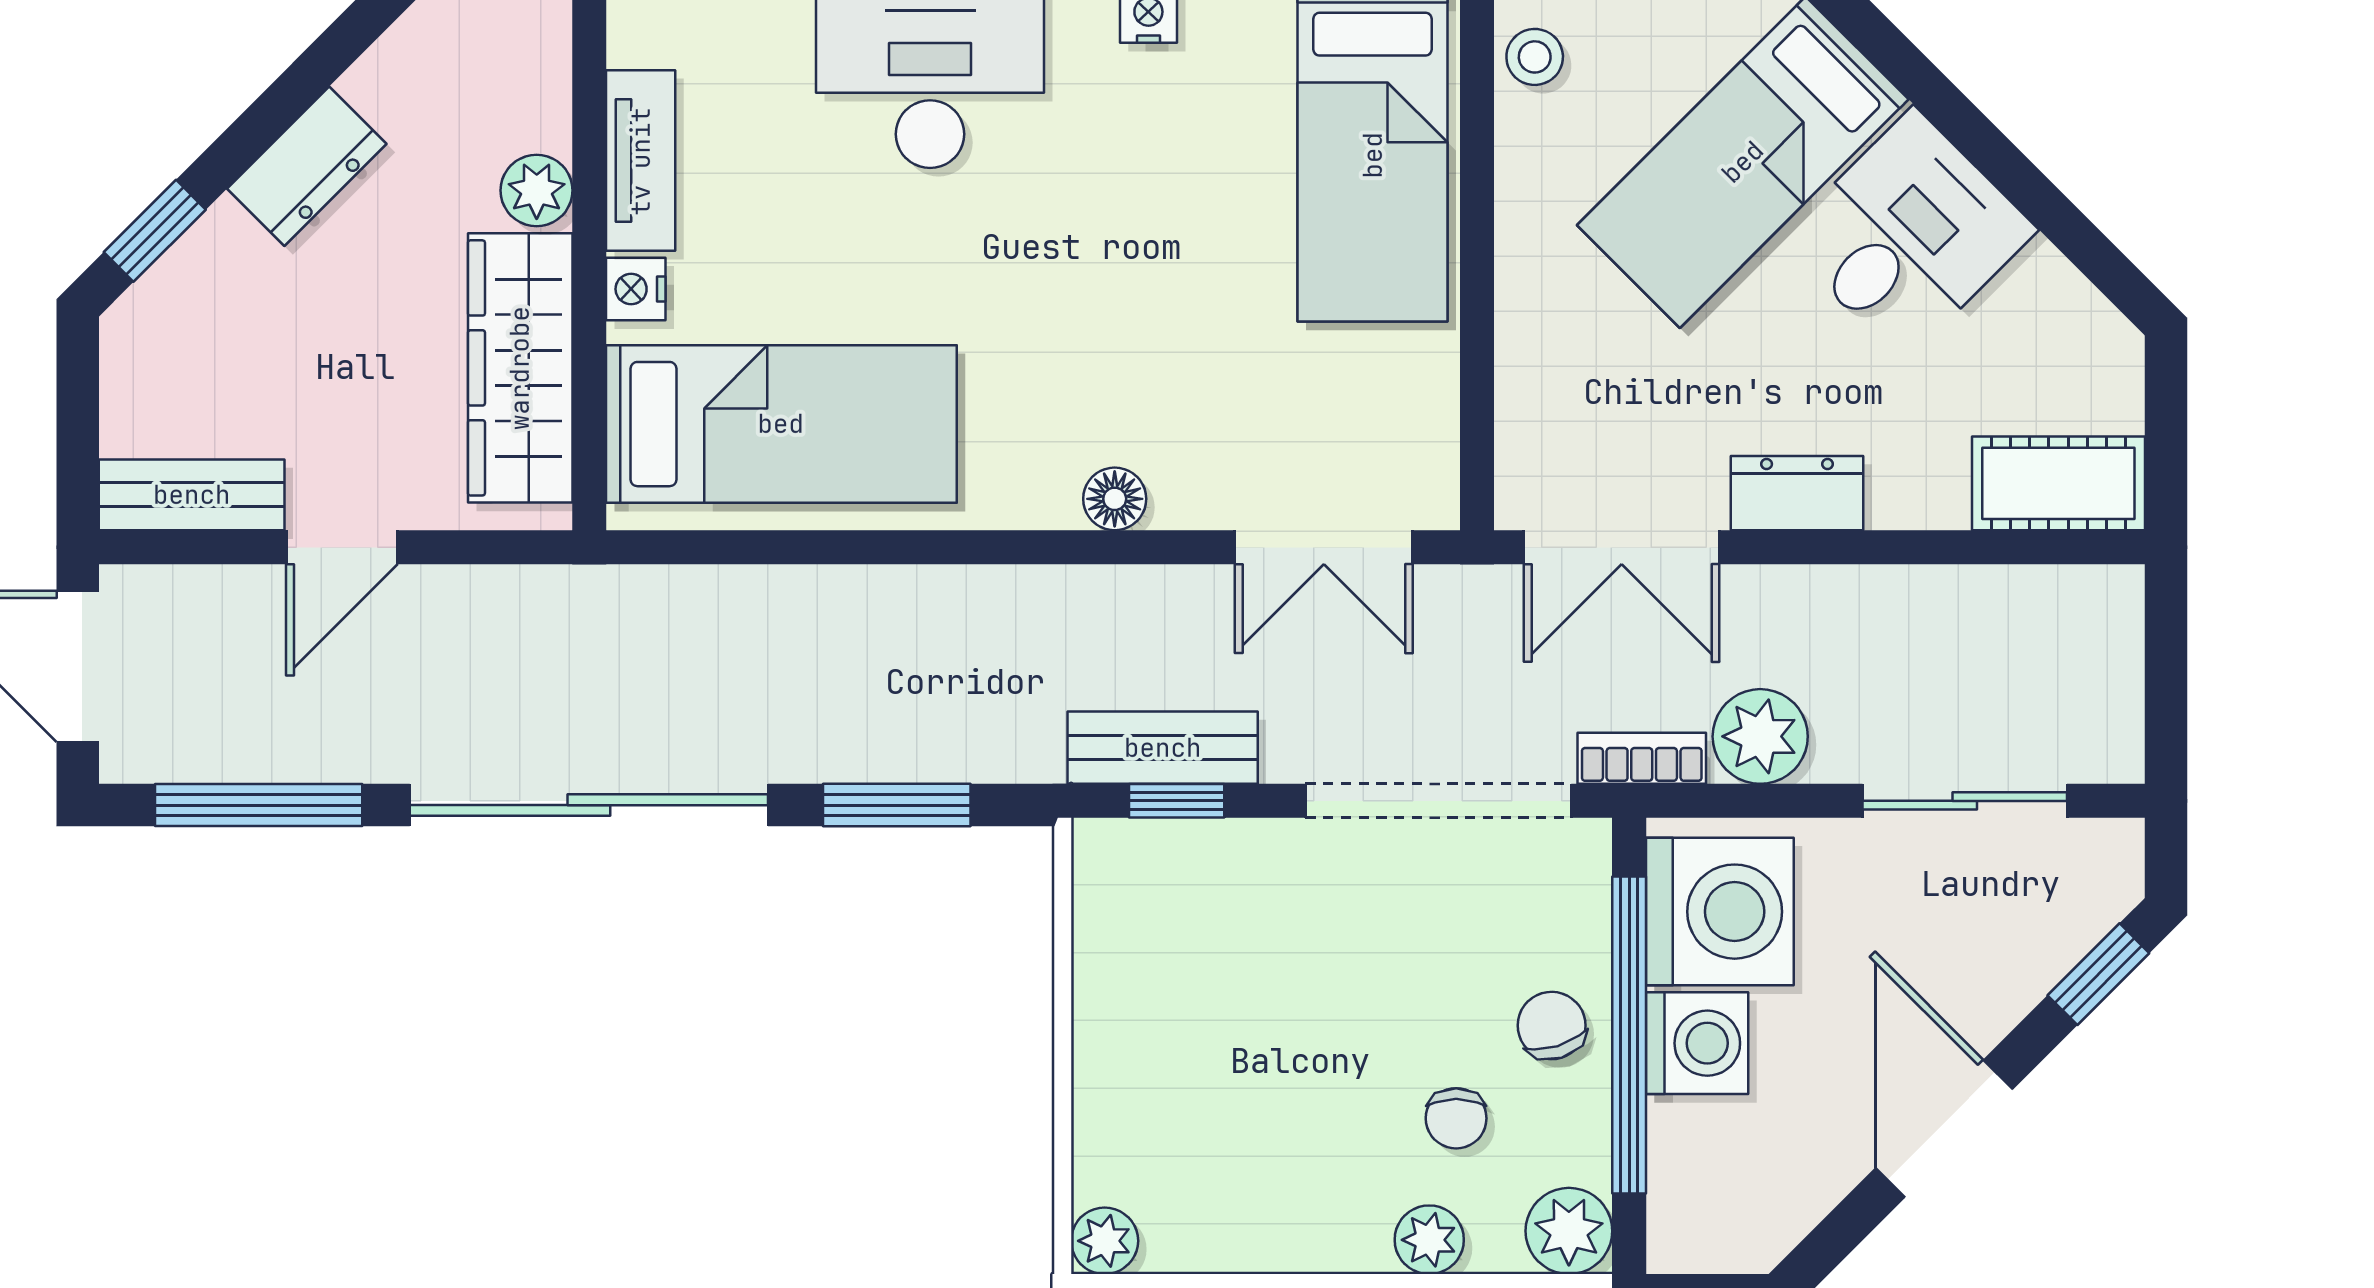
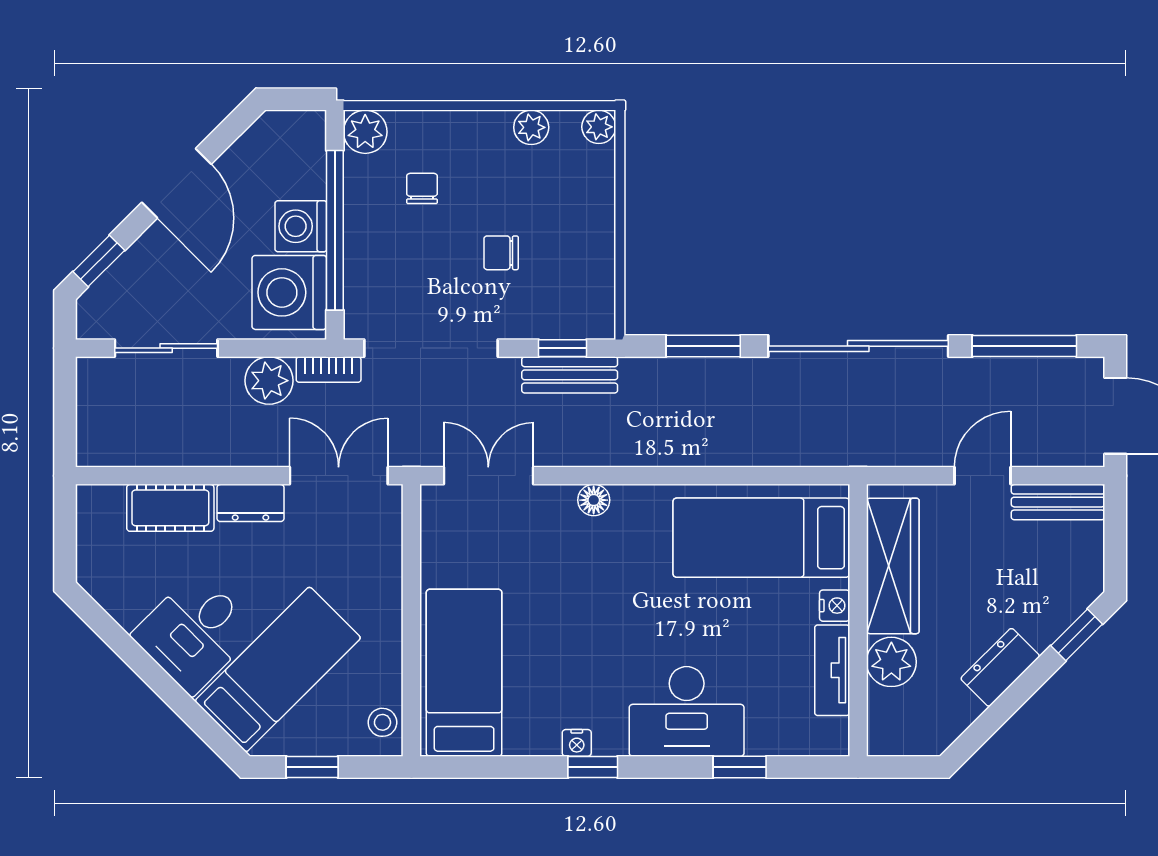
plant: (537, 190) -> (891, 662), width x1.38, depth x1.38
cot: (2058, 483) -> (170, 508), moved
chair: (1552, 1026) -> (501, 253), moved, turned 107
plant: (1429, 1240) -> (531, 127), moved

